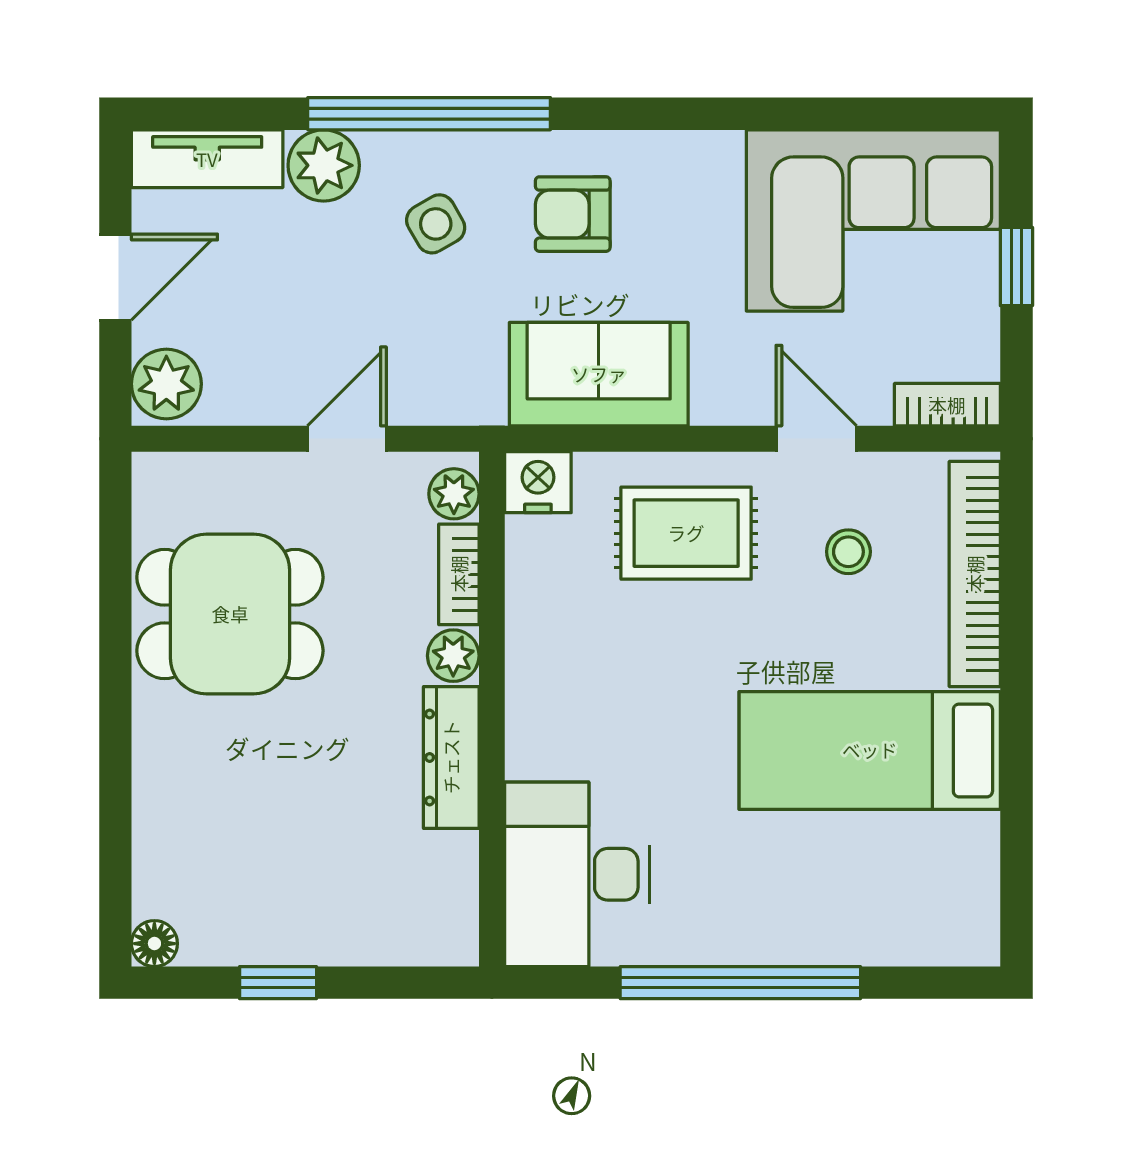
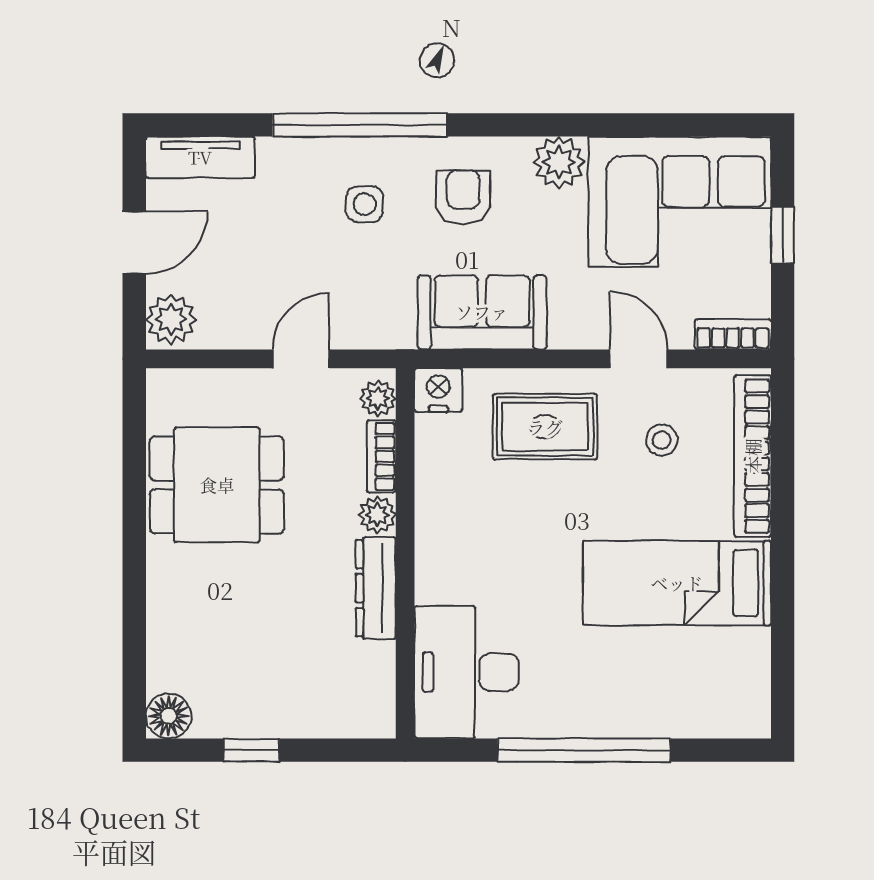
plant: (324, 165) -> (559, 162), moved
armchair: (573, 214) -> (463, 197), turned 90
side table: (436, 224) -> (365, 204), turned 30
floor lamp: (154, 944) -> (169, 716), width x1.37, depth x1.37

